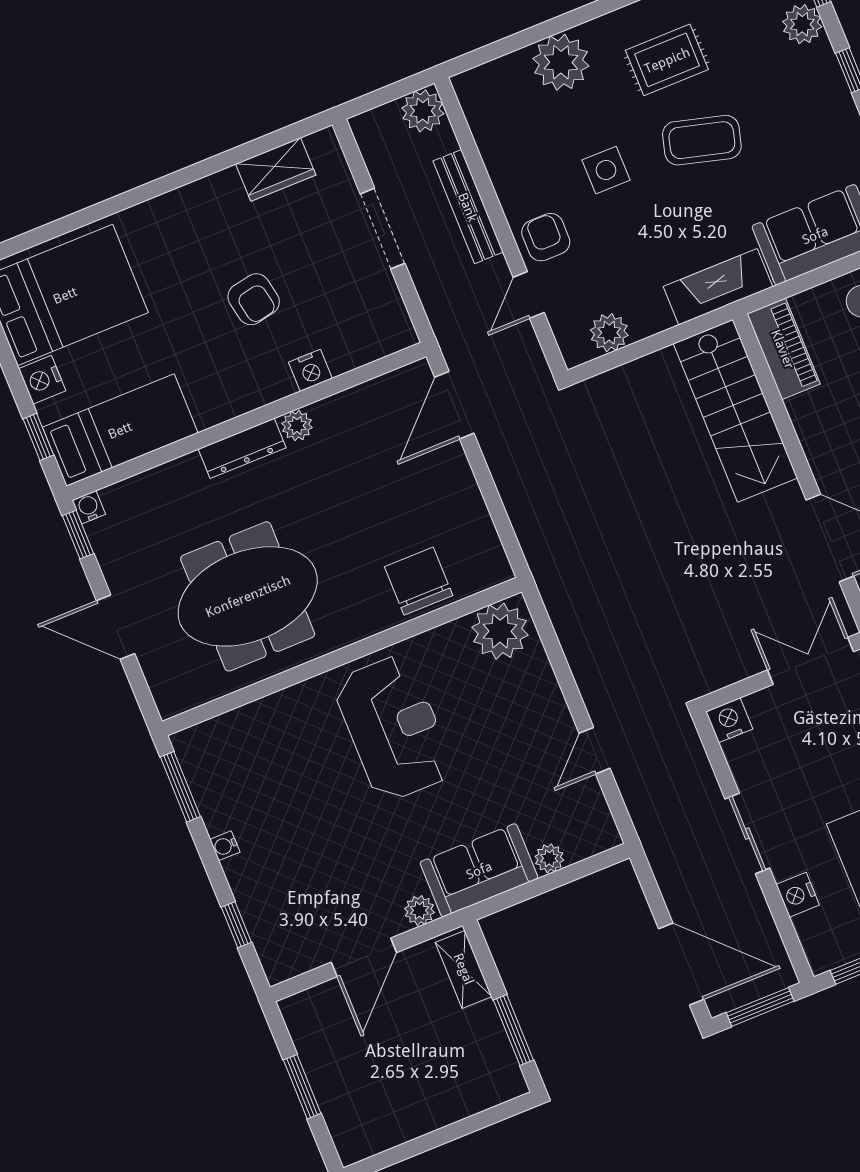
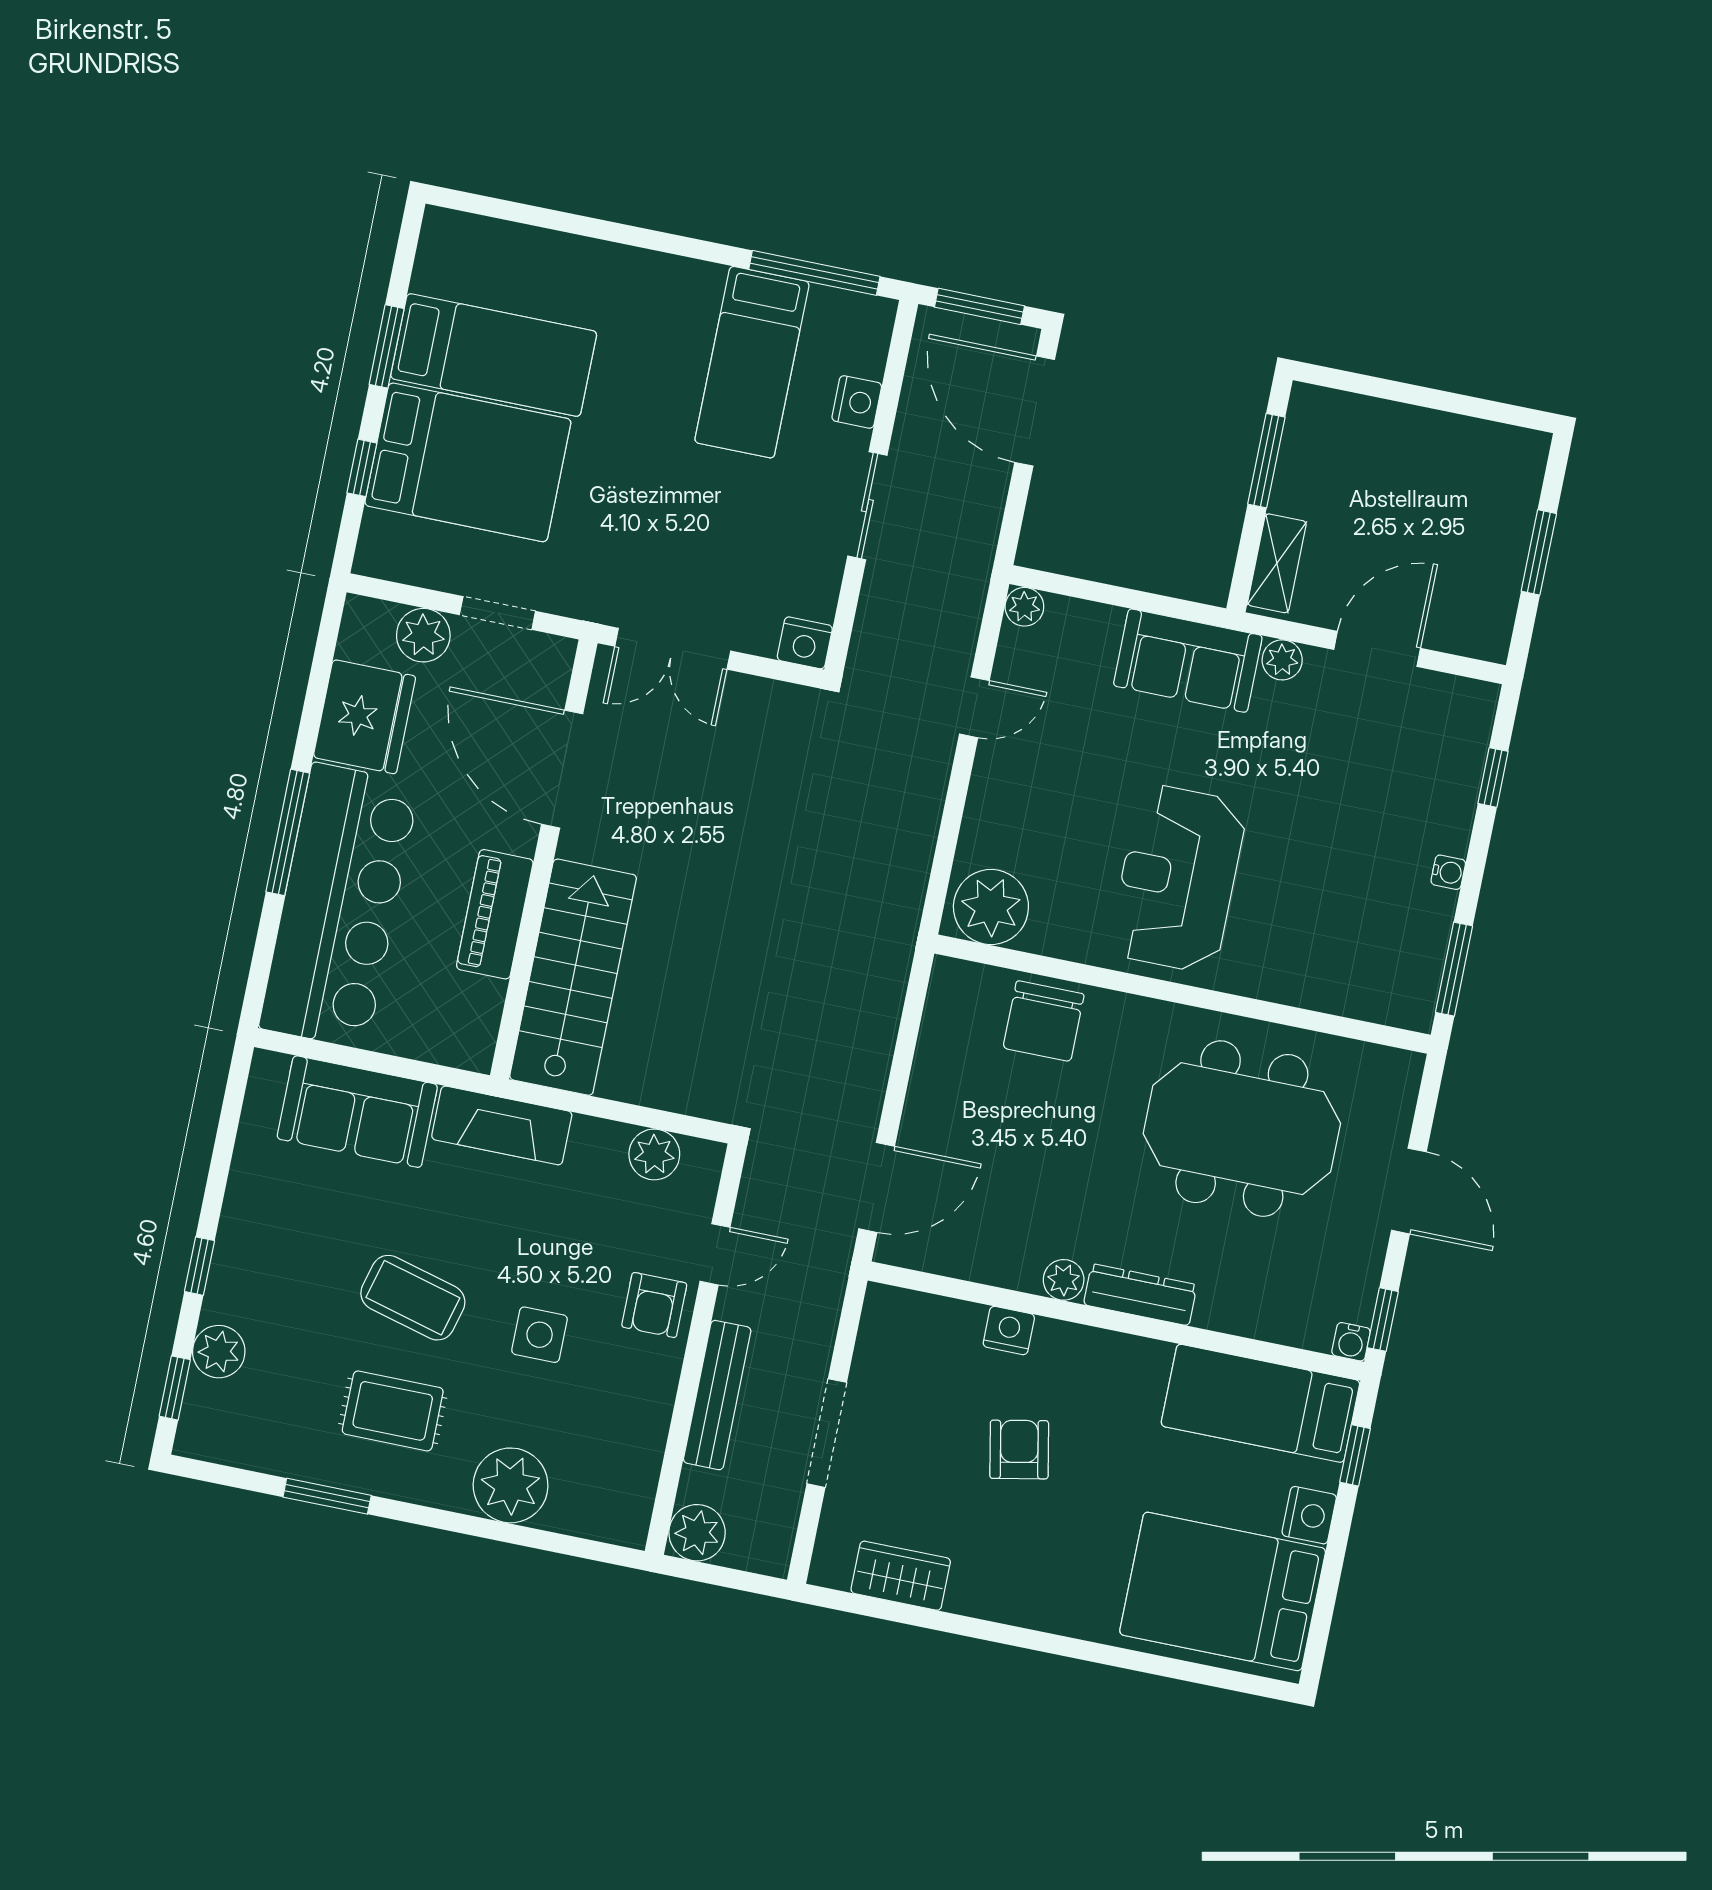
piano: (783, 349) -> (495, 914), moved
plant: (549, 858) -> (1024, 607), moved

